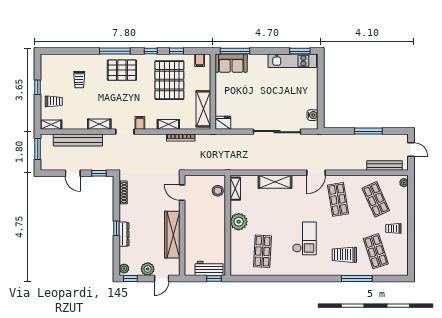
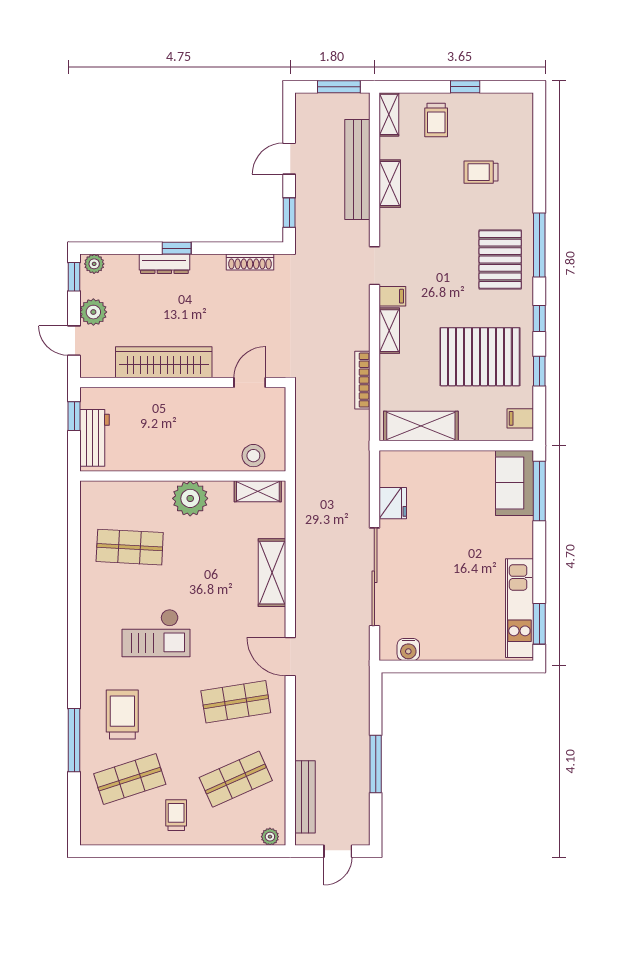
fridge: (223, 123) -> (393, 503), moved
shelving: (99, 124) -> (390, 184), moved
shelving: (168, 124) -> (389, 331), moved
window: (214, 278) -> (74, 416), moved

